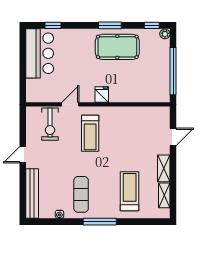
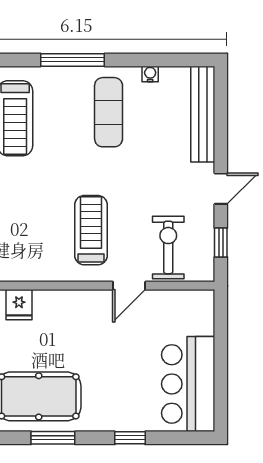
window: (53, 25) -> (130, 438), moved
fridge: (102, 95) -> (19, 305), moved
window: (23, 127) -> (221, 242), added

